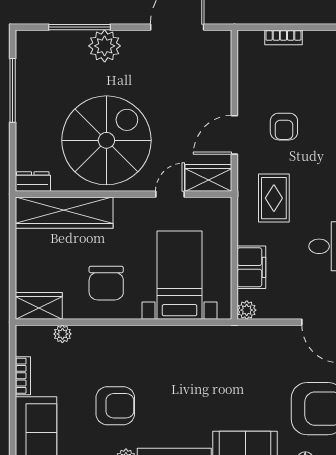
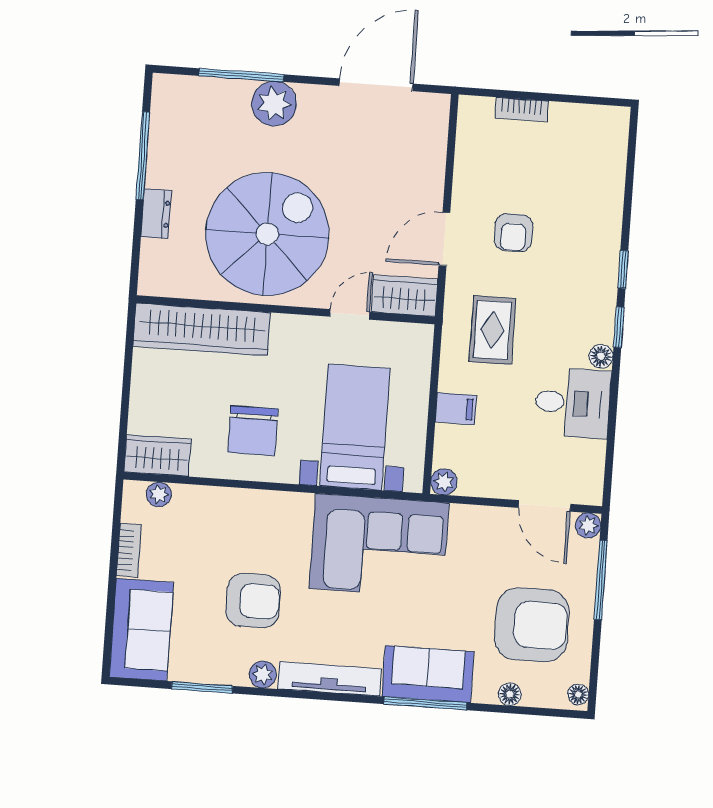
dresser: (33, 181) -> (156, 214), moved, turned 90
filing cabinet: (251, 267) -> (456, 409), width x0.50
plant: (62, 334) -> (159, 494), moved
corner sofa: (203, 359) -> (379, 546), added

